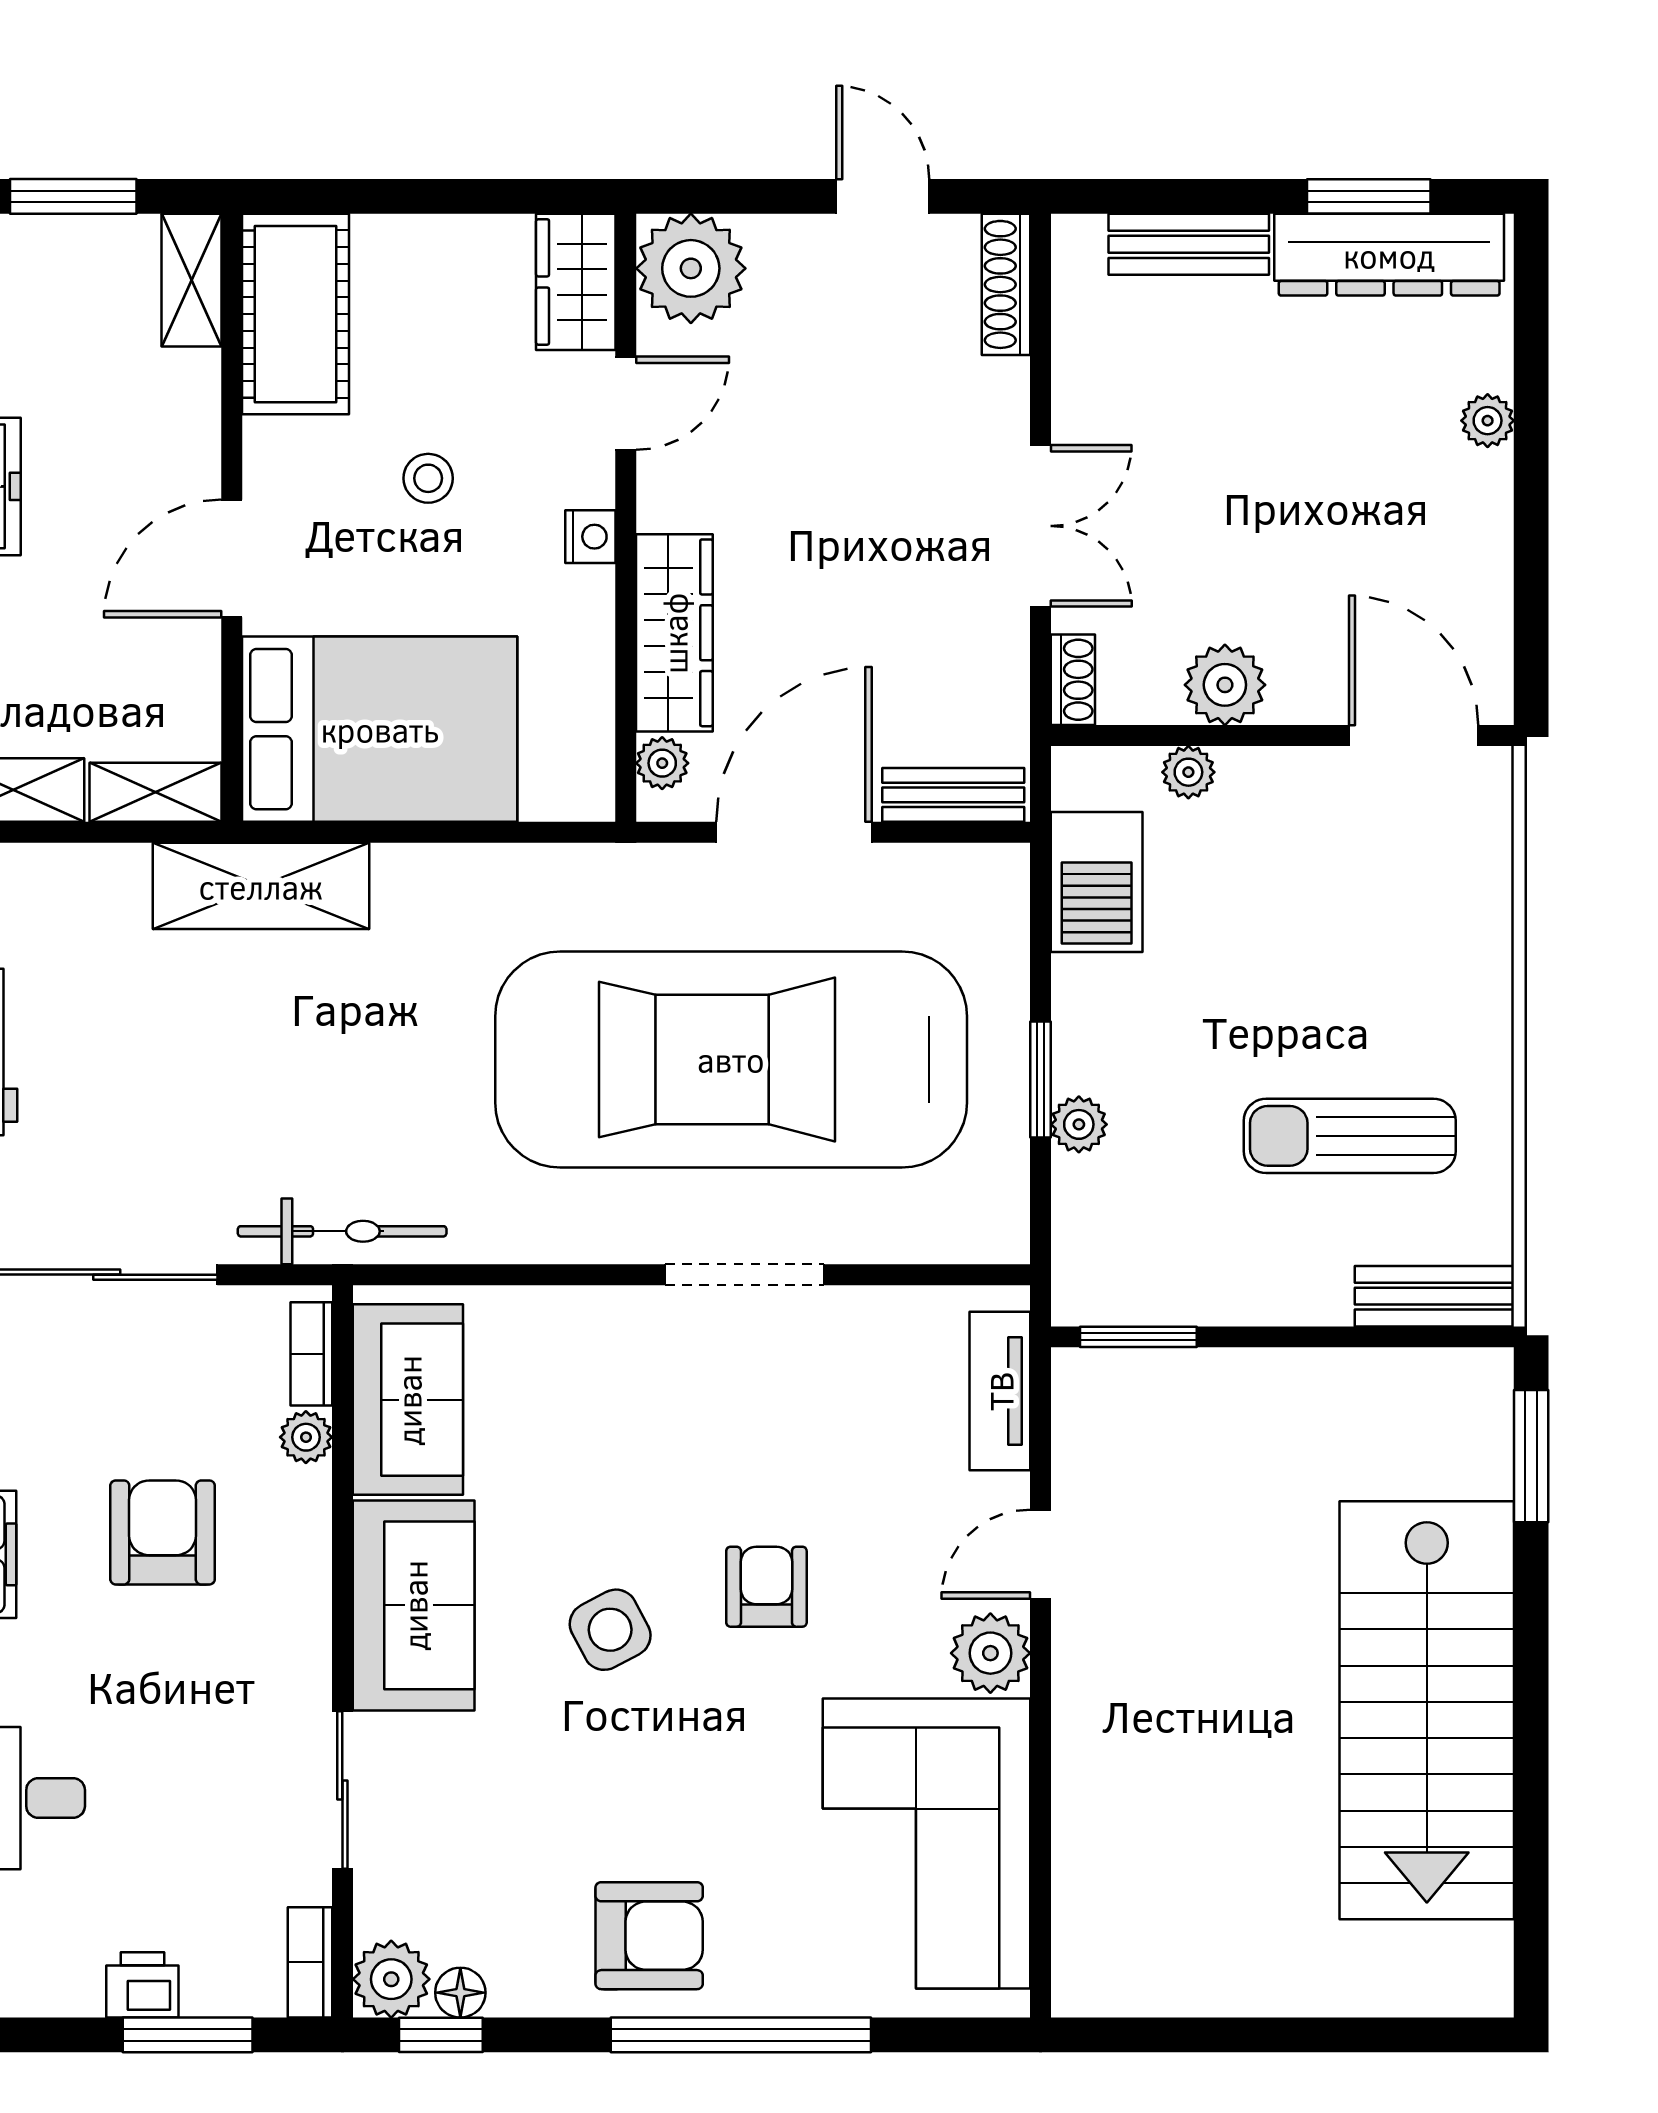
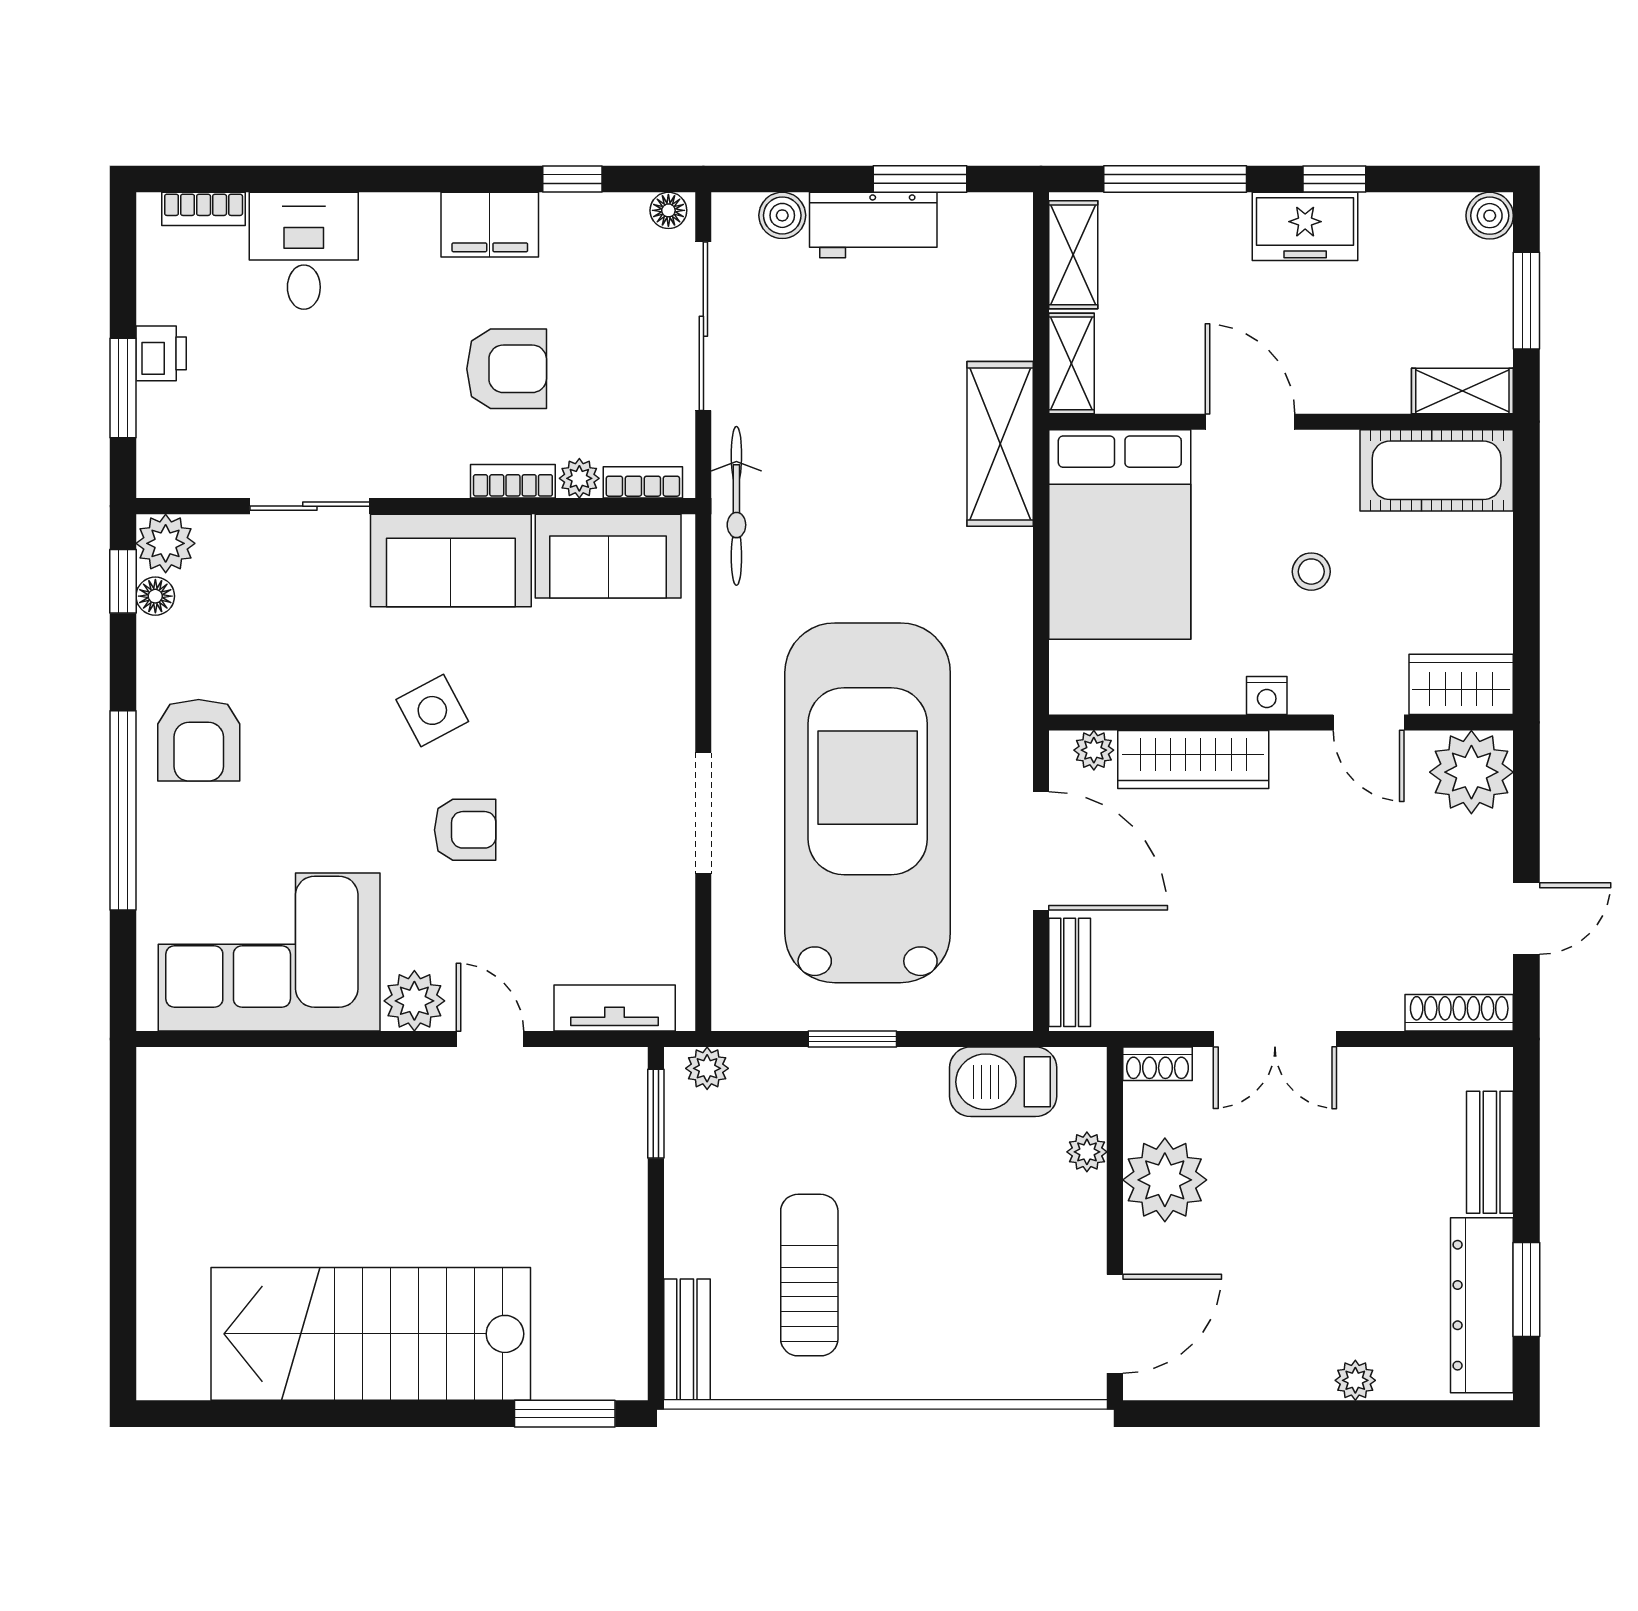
plant: (1225, 685) -> (1165, 1180), width x1.36, depth x1.36
plant: (1079, 1124) -> (707, 1068), moved
bookcase: (310, 1962) -> (513, 481), moved

